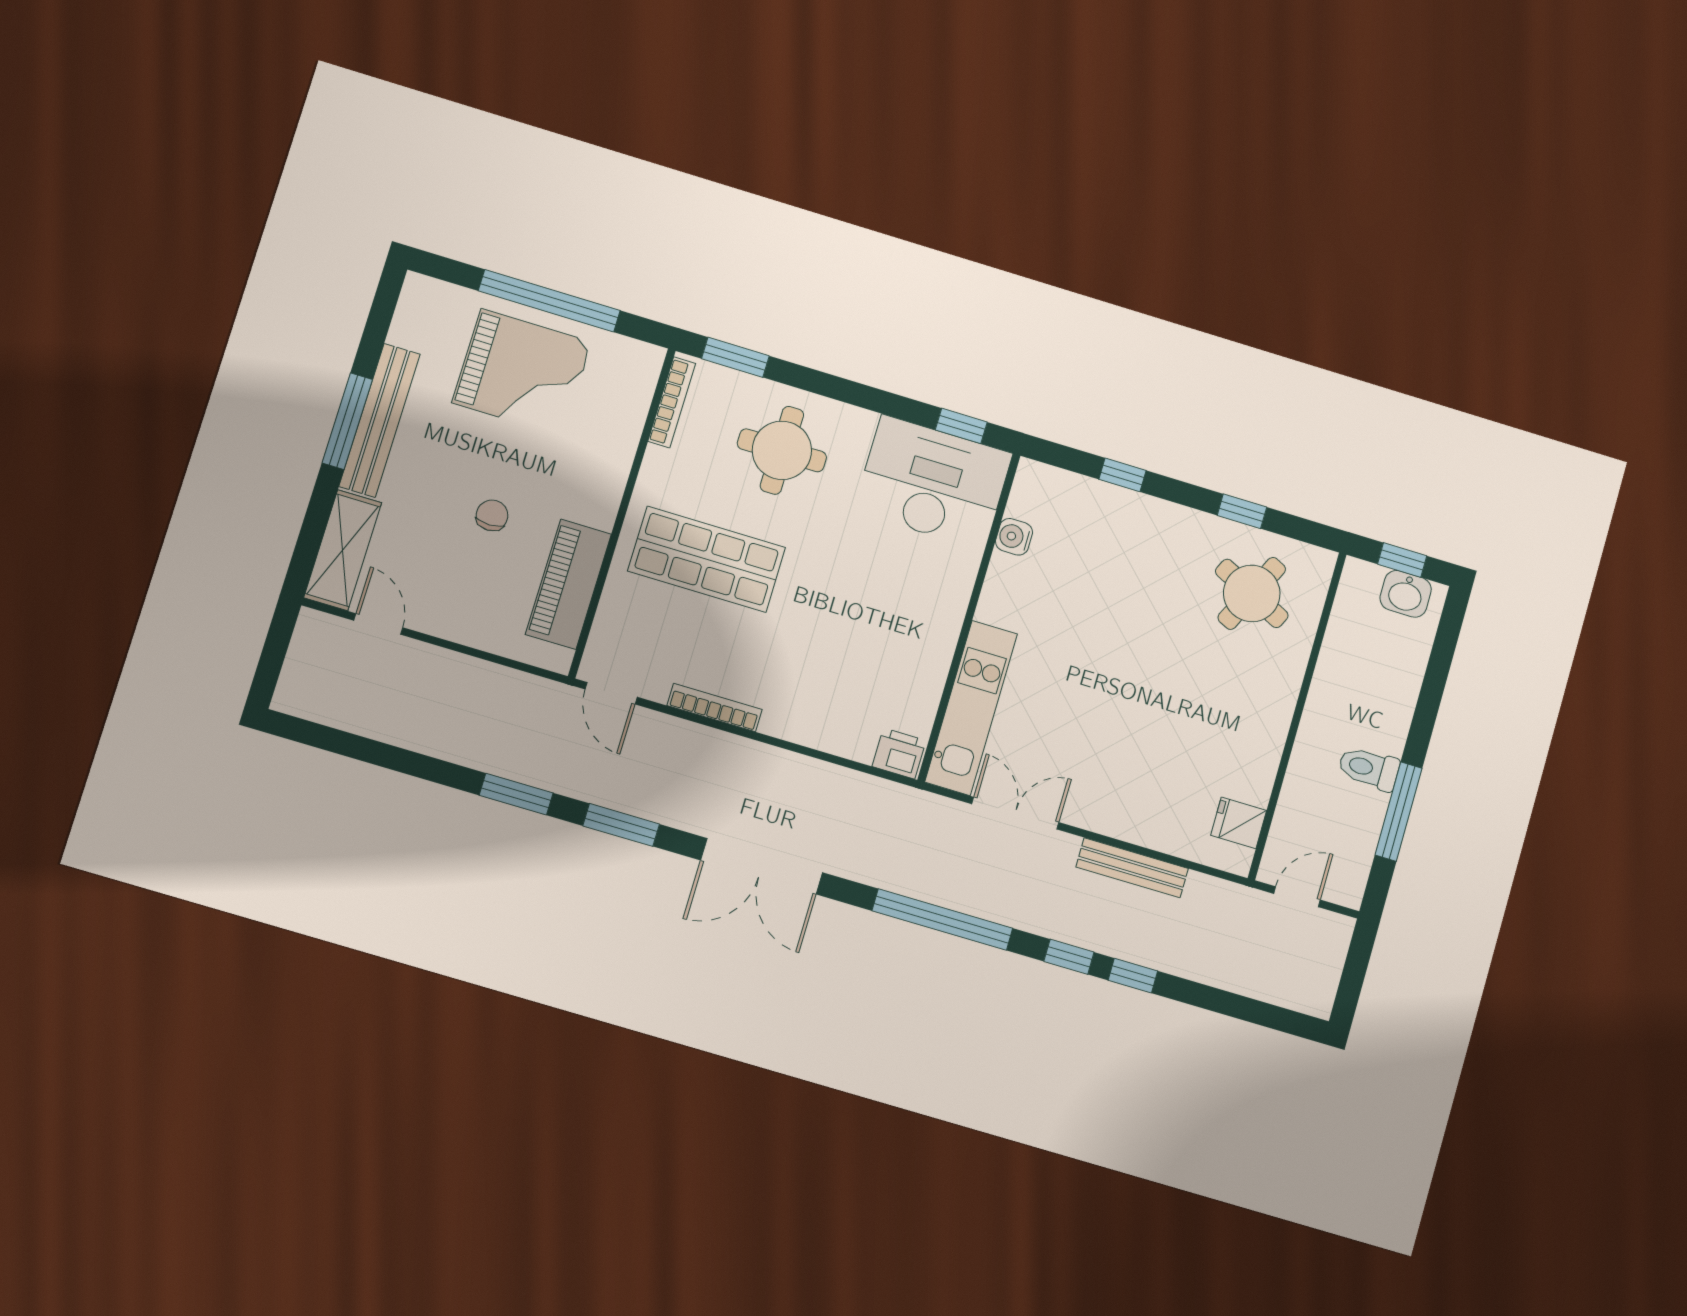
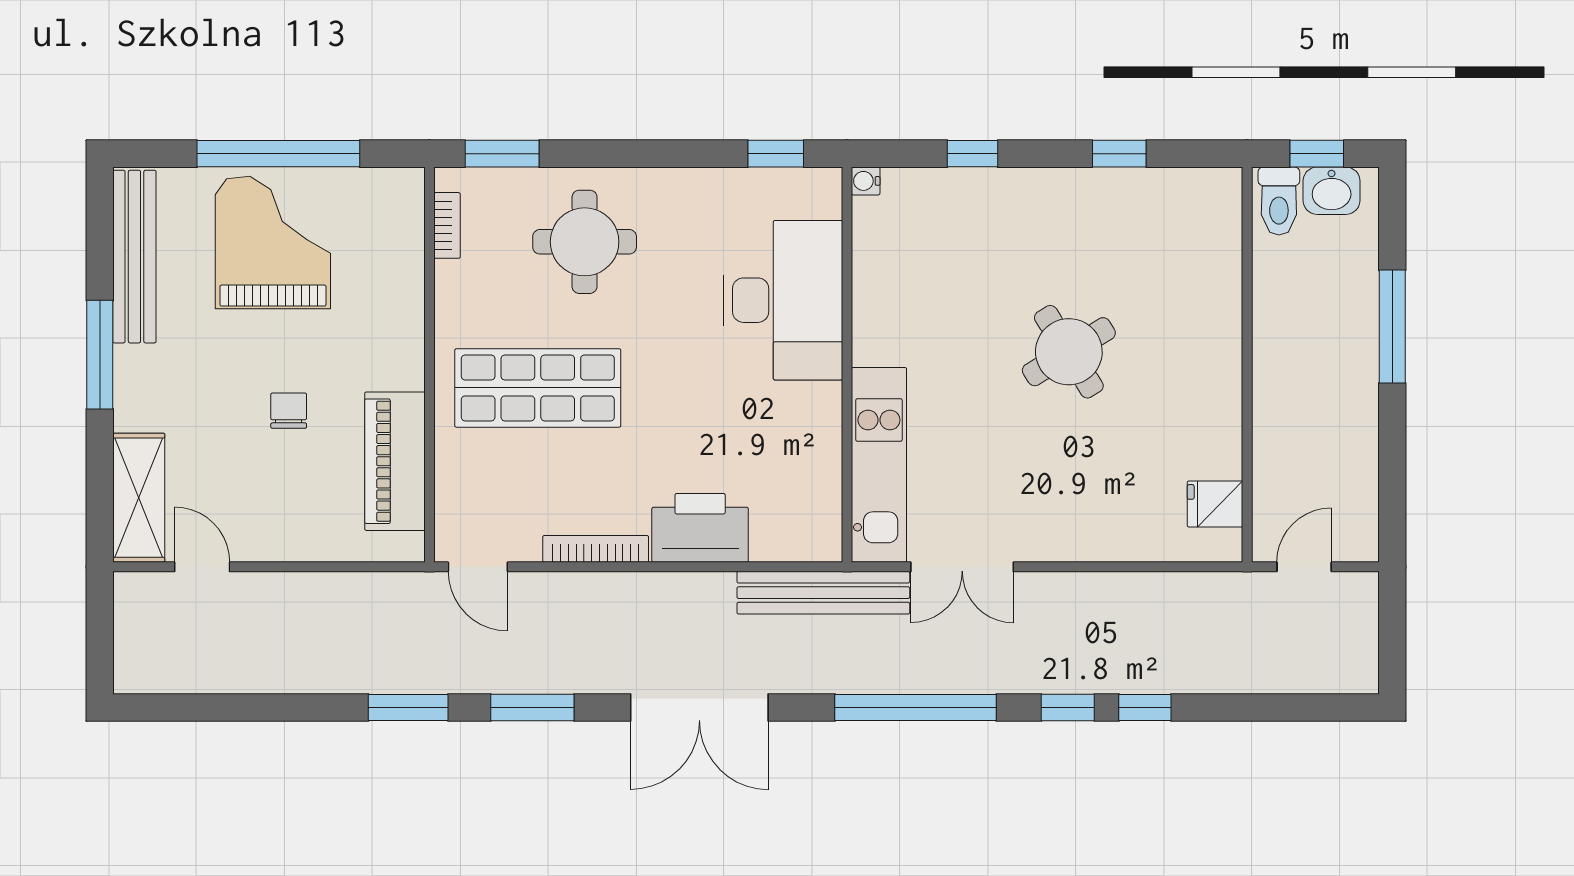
grand piano: (522, 372) -> (273, 242), turned -90
bookcase: (672, 402) -> (447, 225), width x0.64
bench: (380, 420) -> (134, 257), moved
desk: (933, 482) -> (783, 300), moved, turned 90
water cooler: (1014, 537) -> (866, 181), moved, width x0.72, depth x0.72
round table: (1252, 593) -> (1069, 352), moved, turned 32
printer: (899, 753) -> (700, 528), moved, width x1.87, depth x1.48
toilet: (1369, 768) -> (1279, 201), moved, turned -90
window: (1399, 812) -> (1392, 327), moved
double door: (1015, 813) -> (962, 567), swing flipped
bench: (1132, 868) -> (823, 593), moved, width x1.37, depth x1.21

